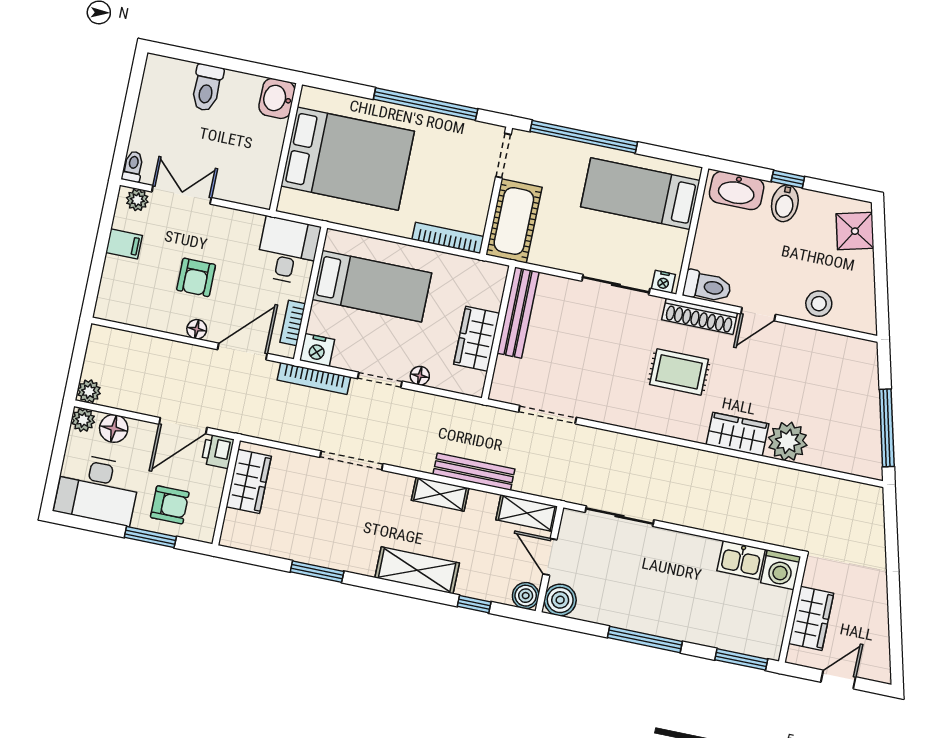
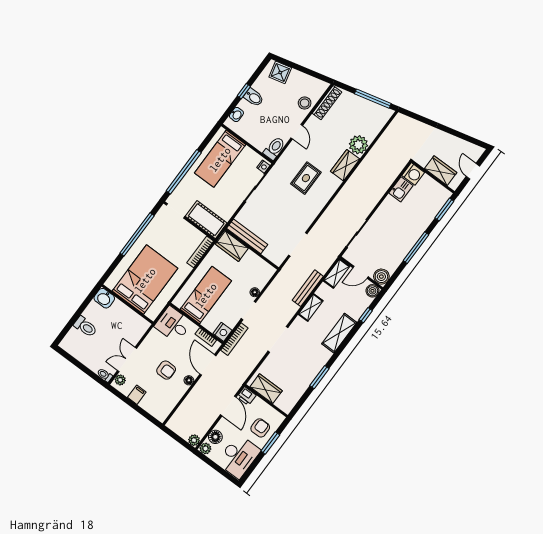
washbasin: (737, 191) -> (236, 114), width x0.52, depth x0.69
shoe rack: (700, 316) -> (327, 103), moved
wardrobe: (477, 339) -> (232, 246), moved

